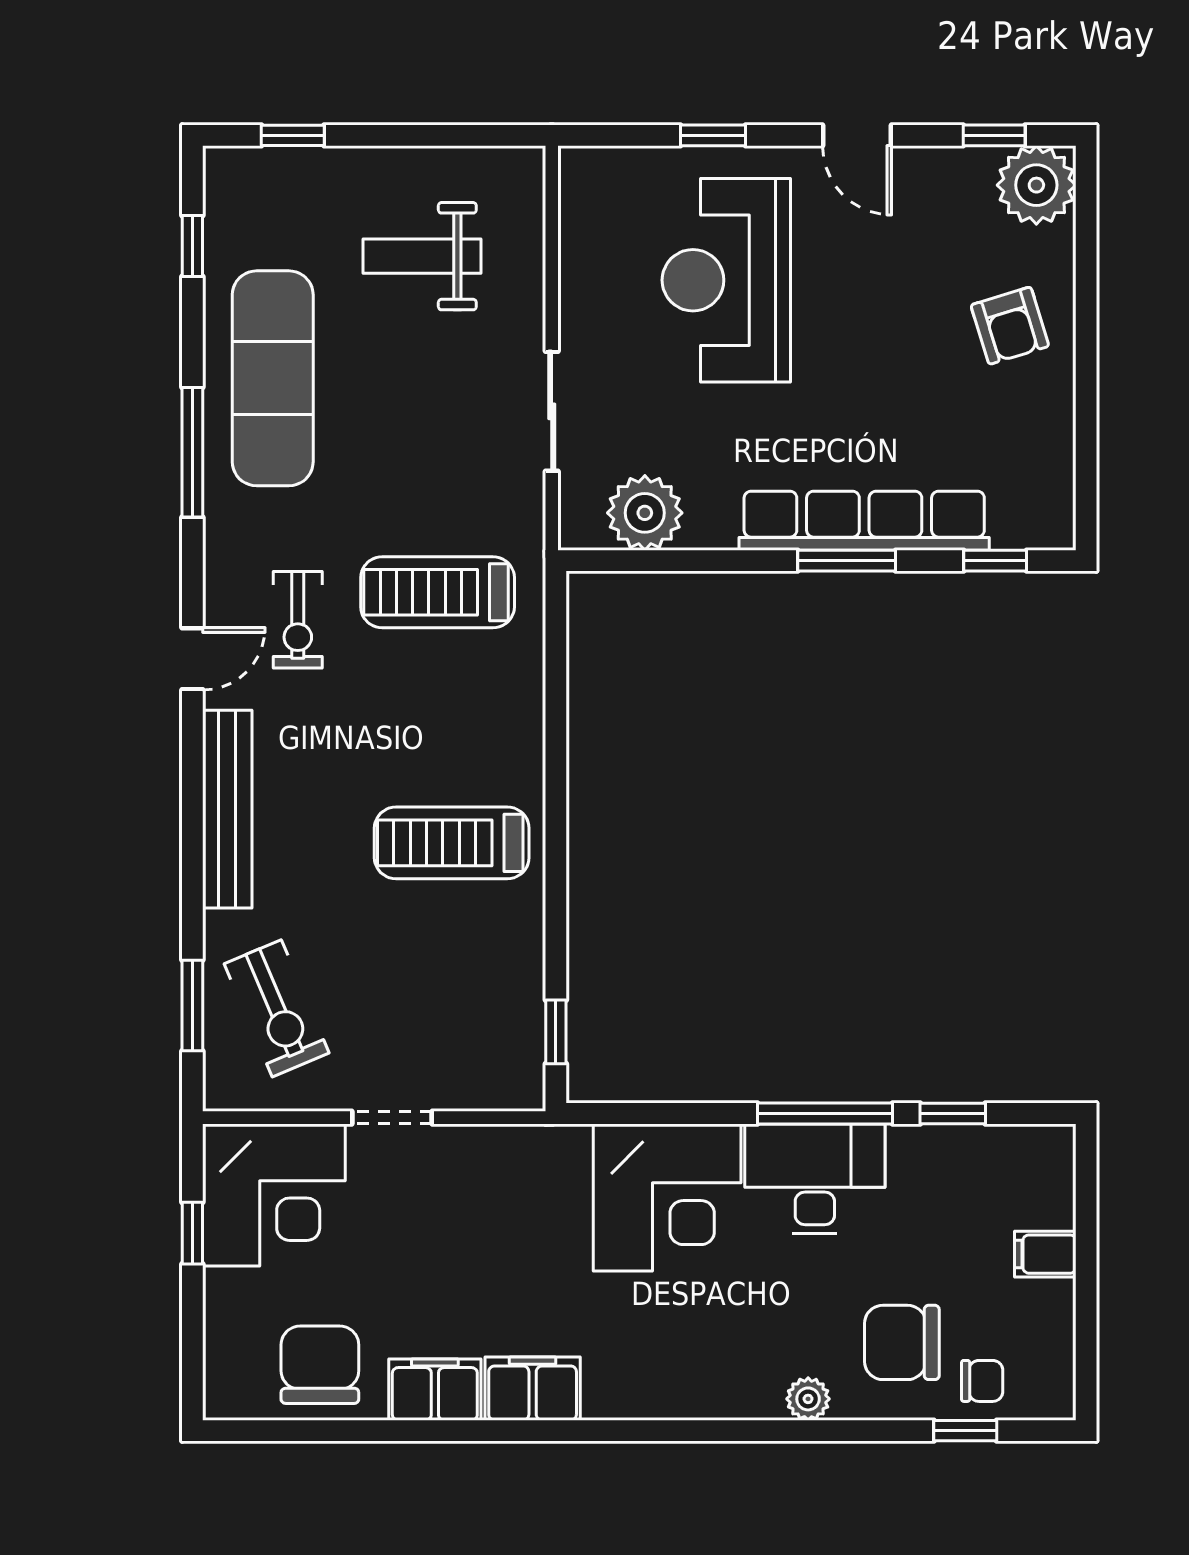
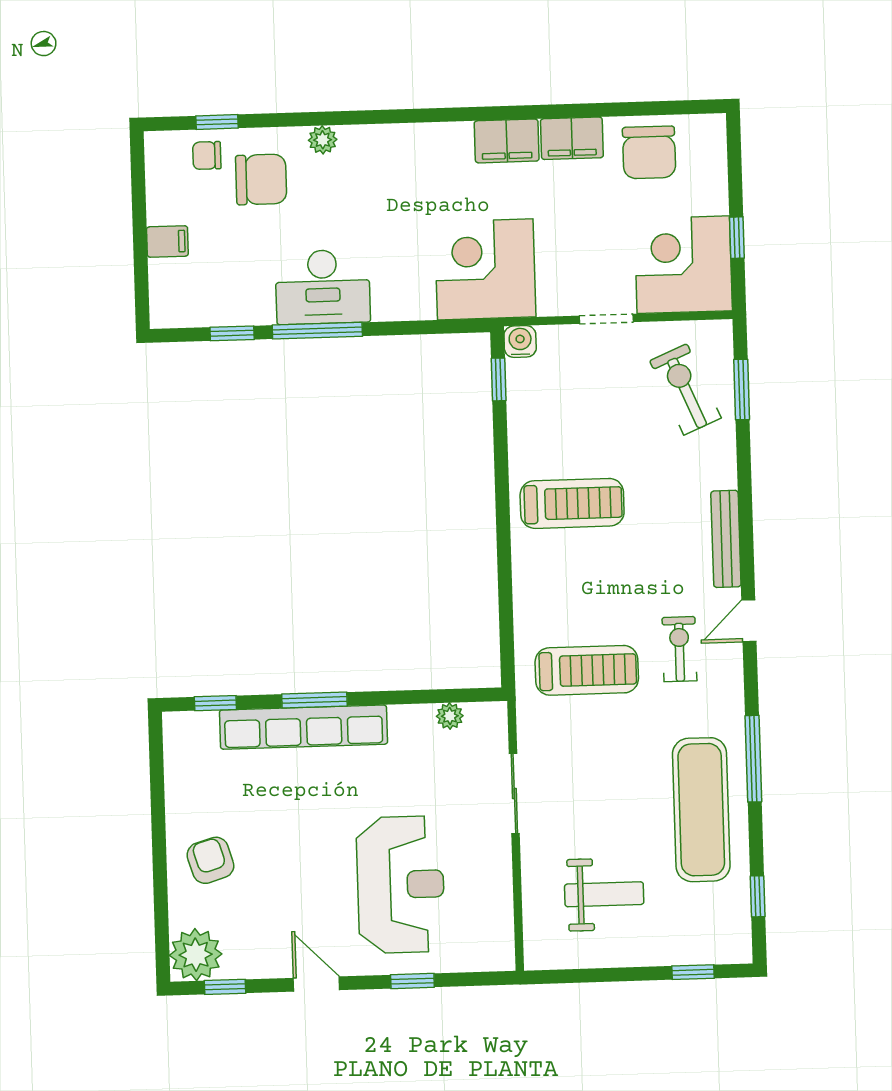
plant: (645, 513) -> (450, 716), width x0.53, depth x0.53
bench: (227, 809) -> (726, 539), width x0.73, depth x0.82
water cooler: (522, 1088) -> (520, 342), added
corner desk: (667, 1197) -> (485, 269), moved

